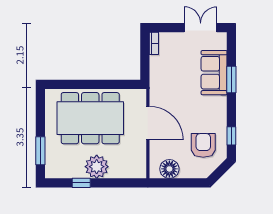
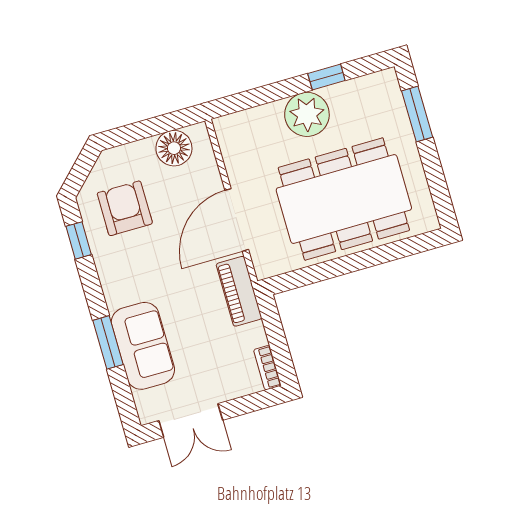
piano: (157, 86) -> (239, 291), added
door: (148, 123) -> (237, 220), hinge flipped
armchair: (203, 145) -> (125, 208), turned 180

